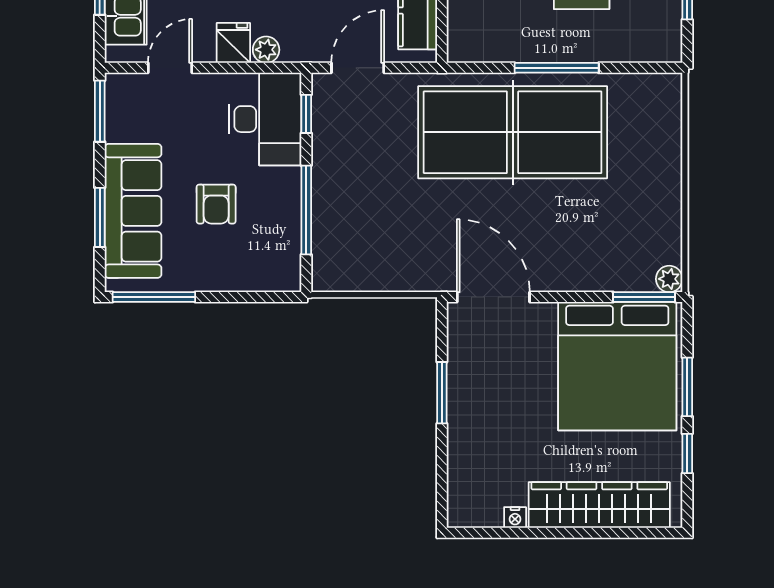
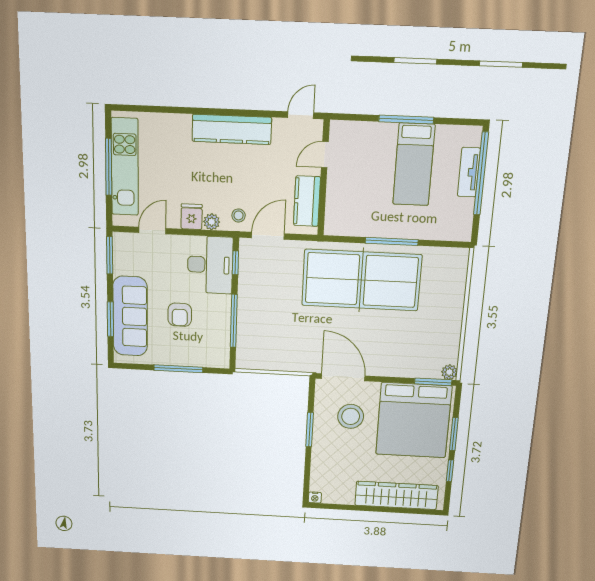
stool: (309, 38) -> (239, 215), added
window: (154, 297) -> (178, 369), moved
stool: (510, 365) -> (351, 416), added
nightstand: (515, 517) -> (315, 498), moved

